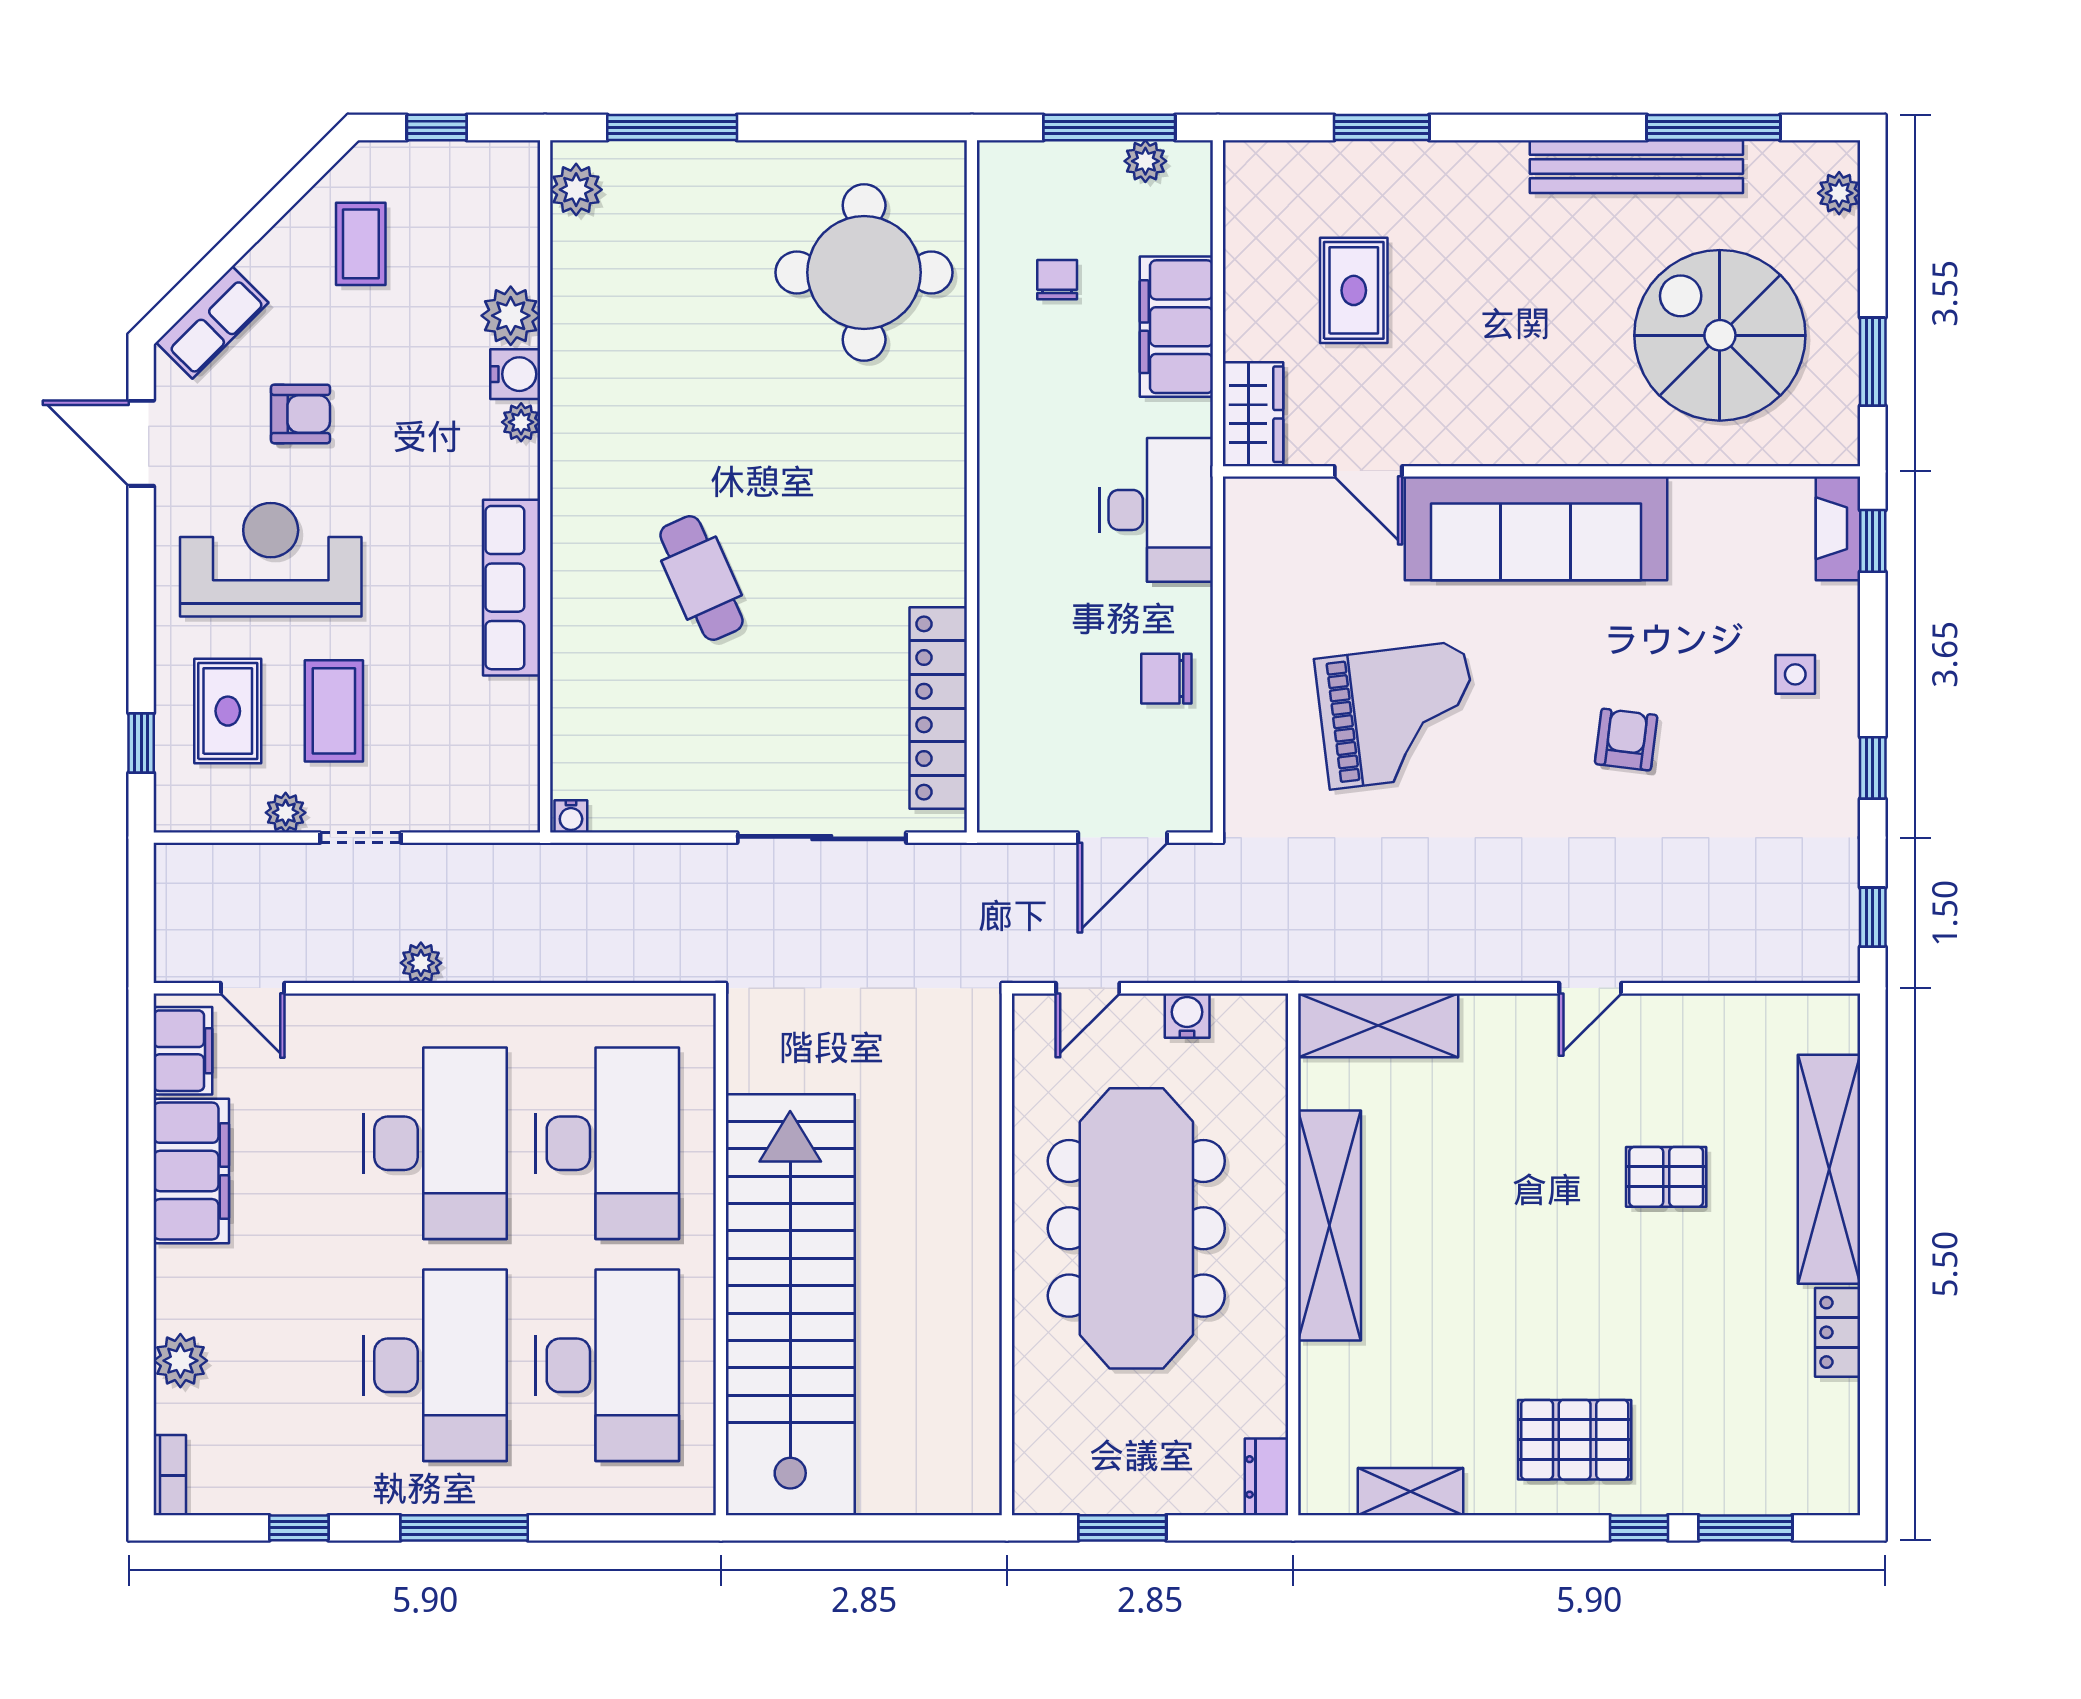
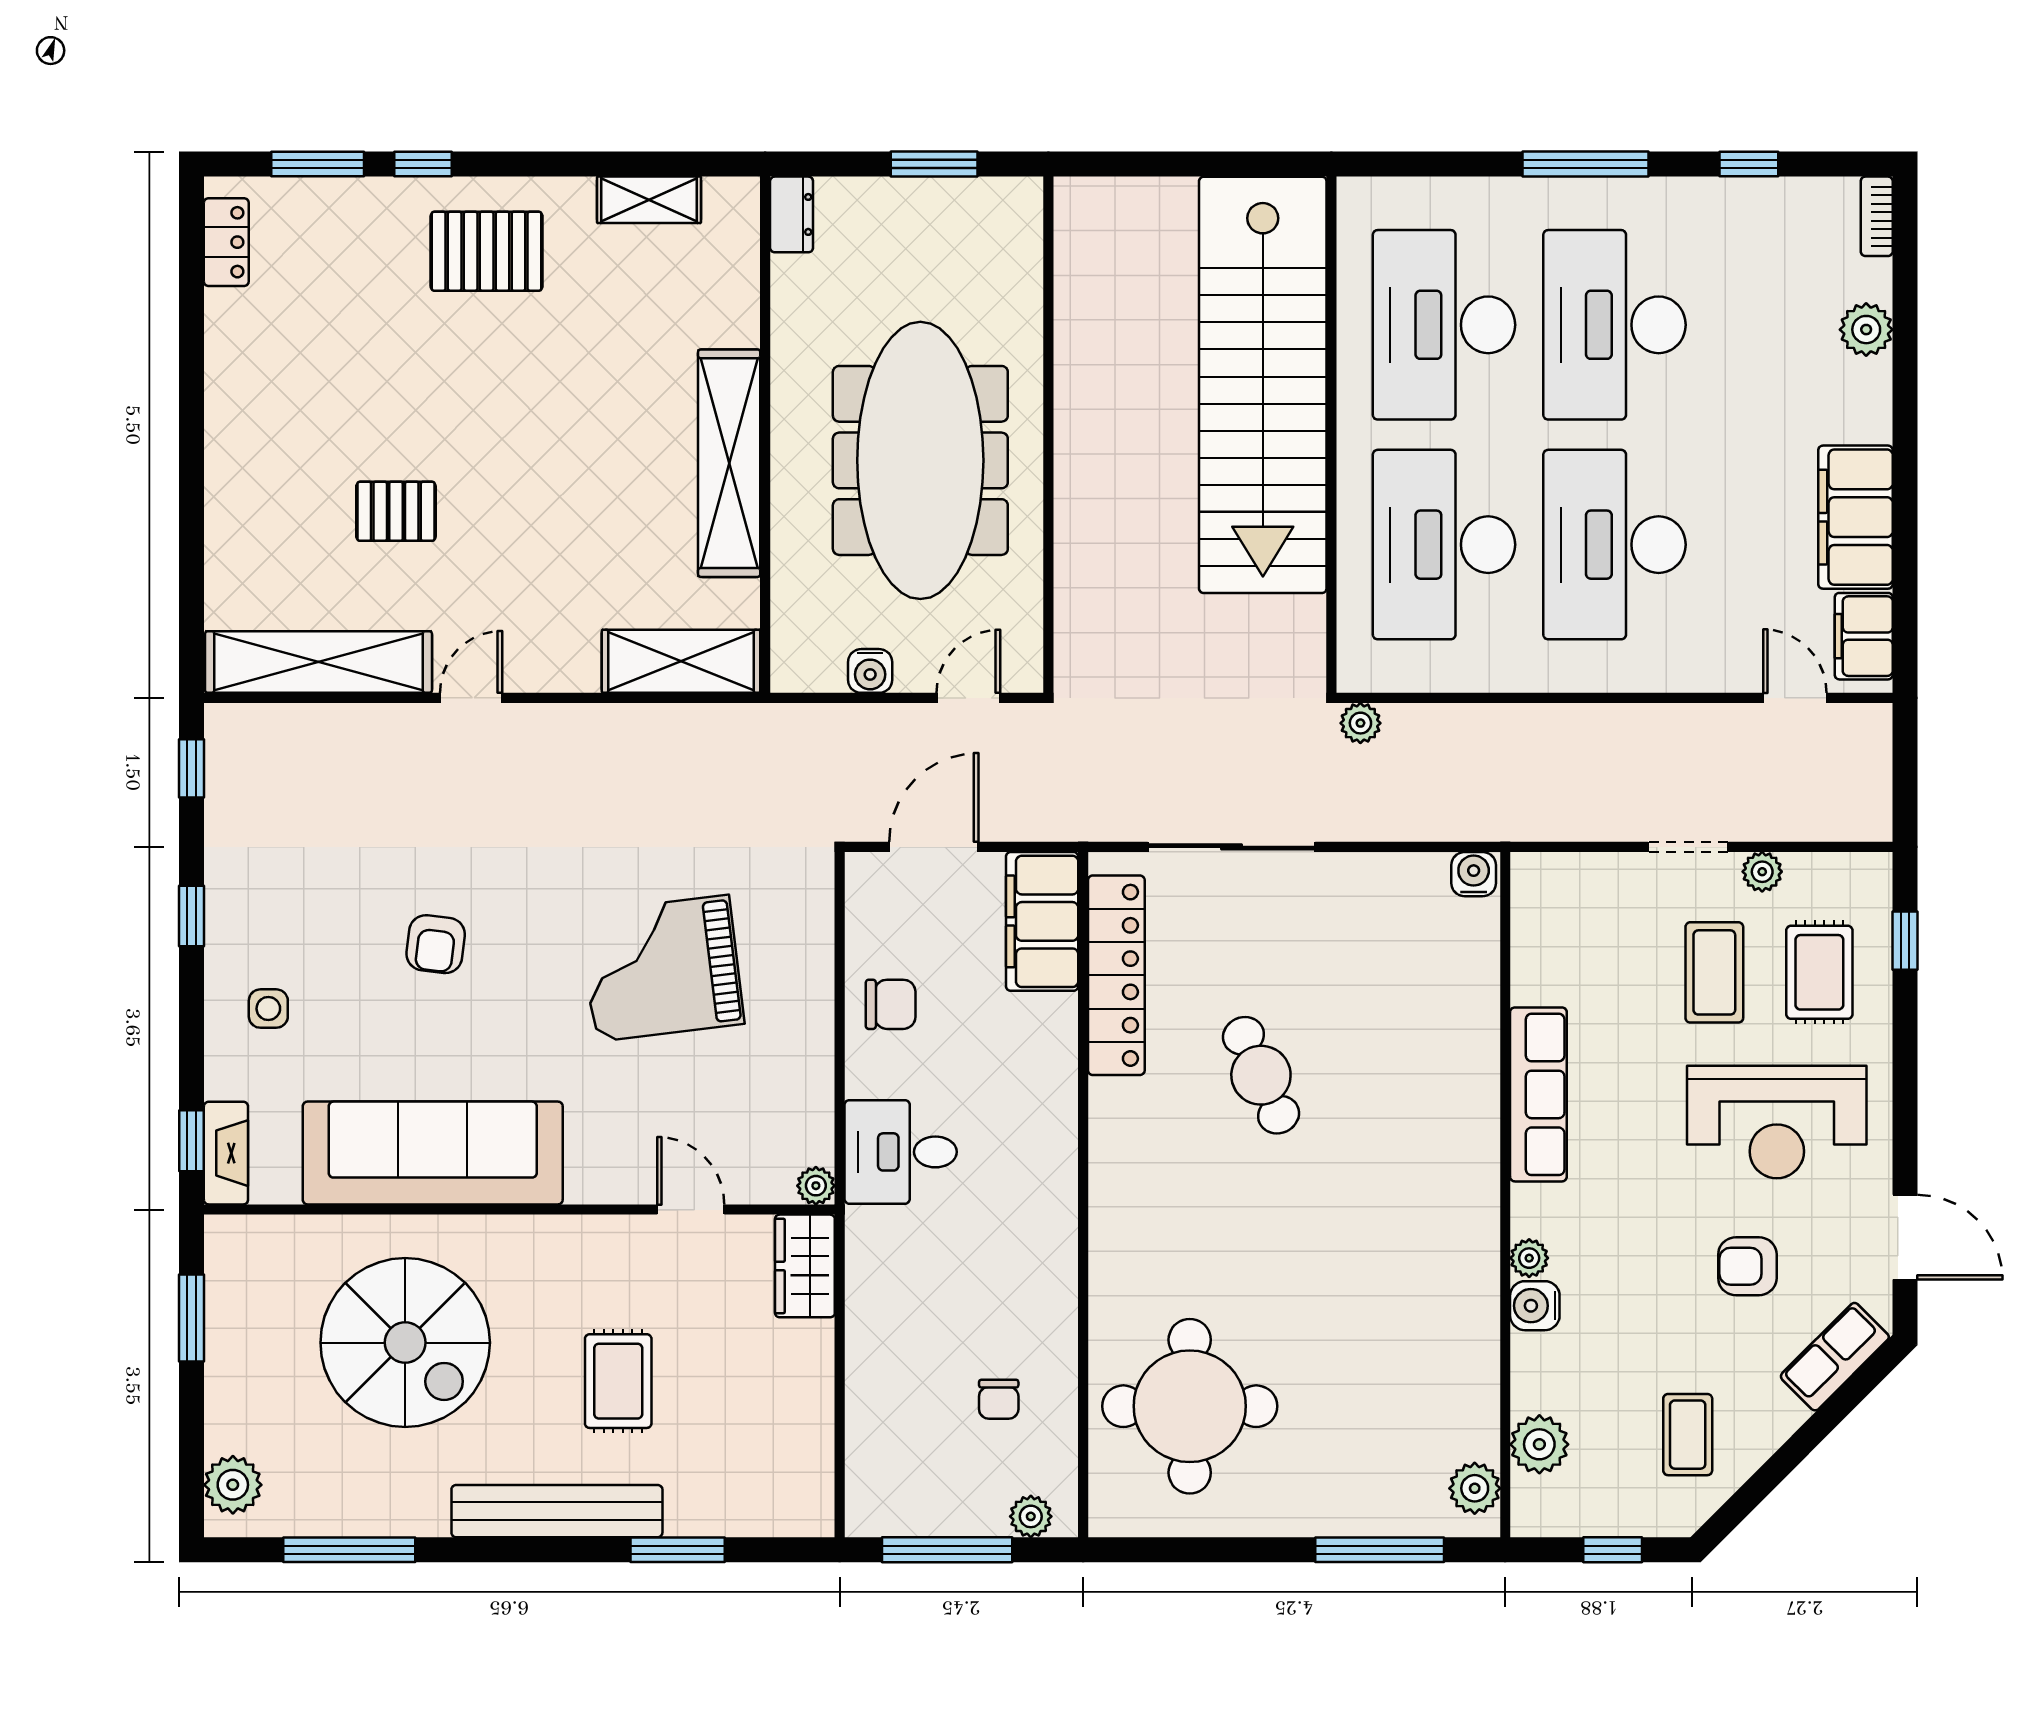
plant: (1145, 161) -> (1031, 1516), moved
bench: (1636, 167) -> (557, 1511), moved
plant: (1839, 193) -> (233, 1485), width x1.38, depth x1.38
rug: (1354, 290) -> (618, 1381), moved
plant: (511, 316) -> (1539, 1444), moved
filing cabinet: (1176, 327) -> (1042, 921), moved, turned 180
spiral stairs: (1720, 335) -> (405, 1343), moved
plant: (1242, 495) -> (816, 1186), added
desk: (1156, 510) -> (901, 1152), width x0.73
sofa: (1536, 528) -> (433, 1153), moved
cafe table: (701, 578) -> (1261, 1075), moved
water cooler: (571, 816) -> (1474, 874), width x1.38, depth x1.38
plant: (421, 963) -> (1360, 723), moved
shelving: (1829, 1169) -> (319, 662), moved, turned 90
locker: (1838, 1332) -> (226, 242), moved

